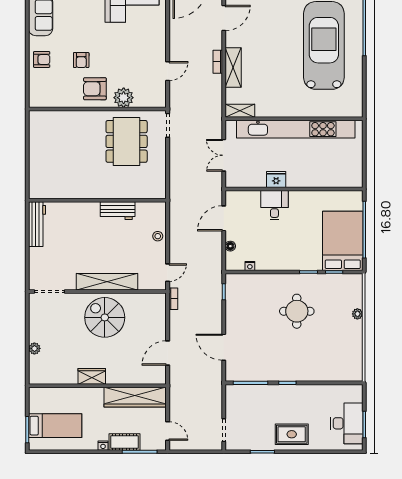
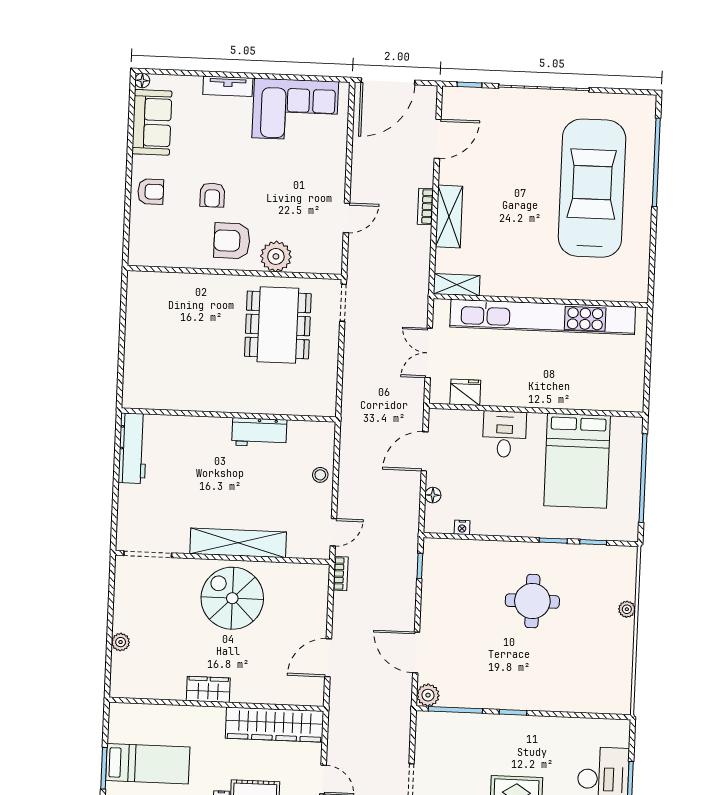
fridge: (276, 179) -> (465, 392), moved
bed: (343, 241) -> (577, 461), moved, turned 180
plant: (233, 374) -> (428, 695), added

